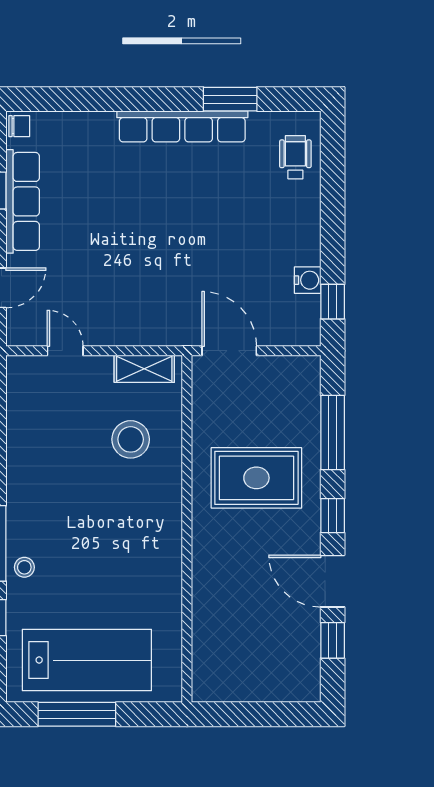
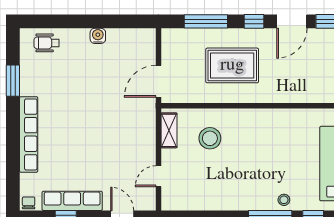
row of seats: (182, 126) -> (29, 134), moved
water cooler: (308, 280) -> (98, 36), moved
window: (333, 302) -> (130, 21), removed
rug: (256, 478) -> (232, 65), turned 90

